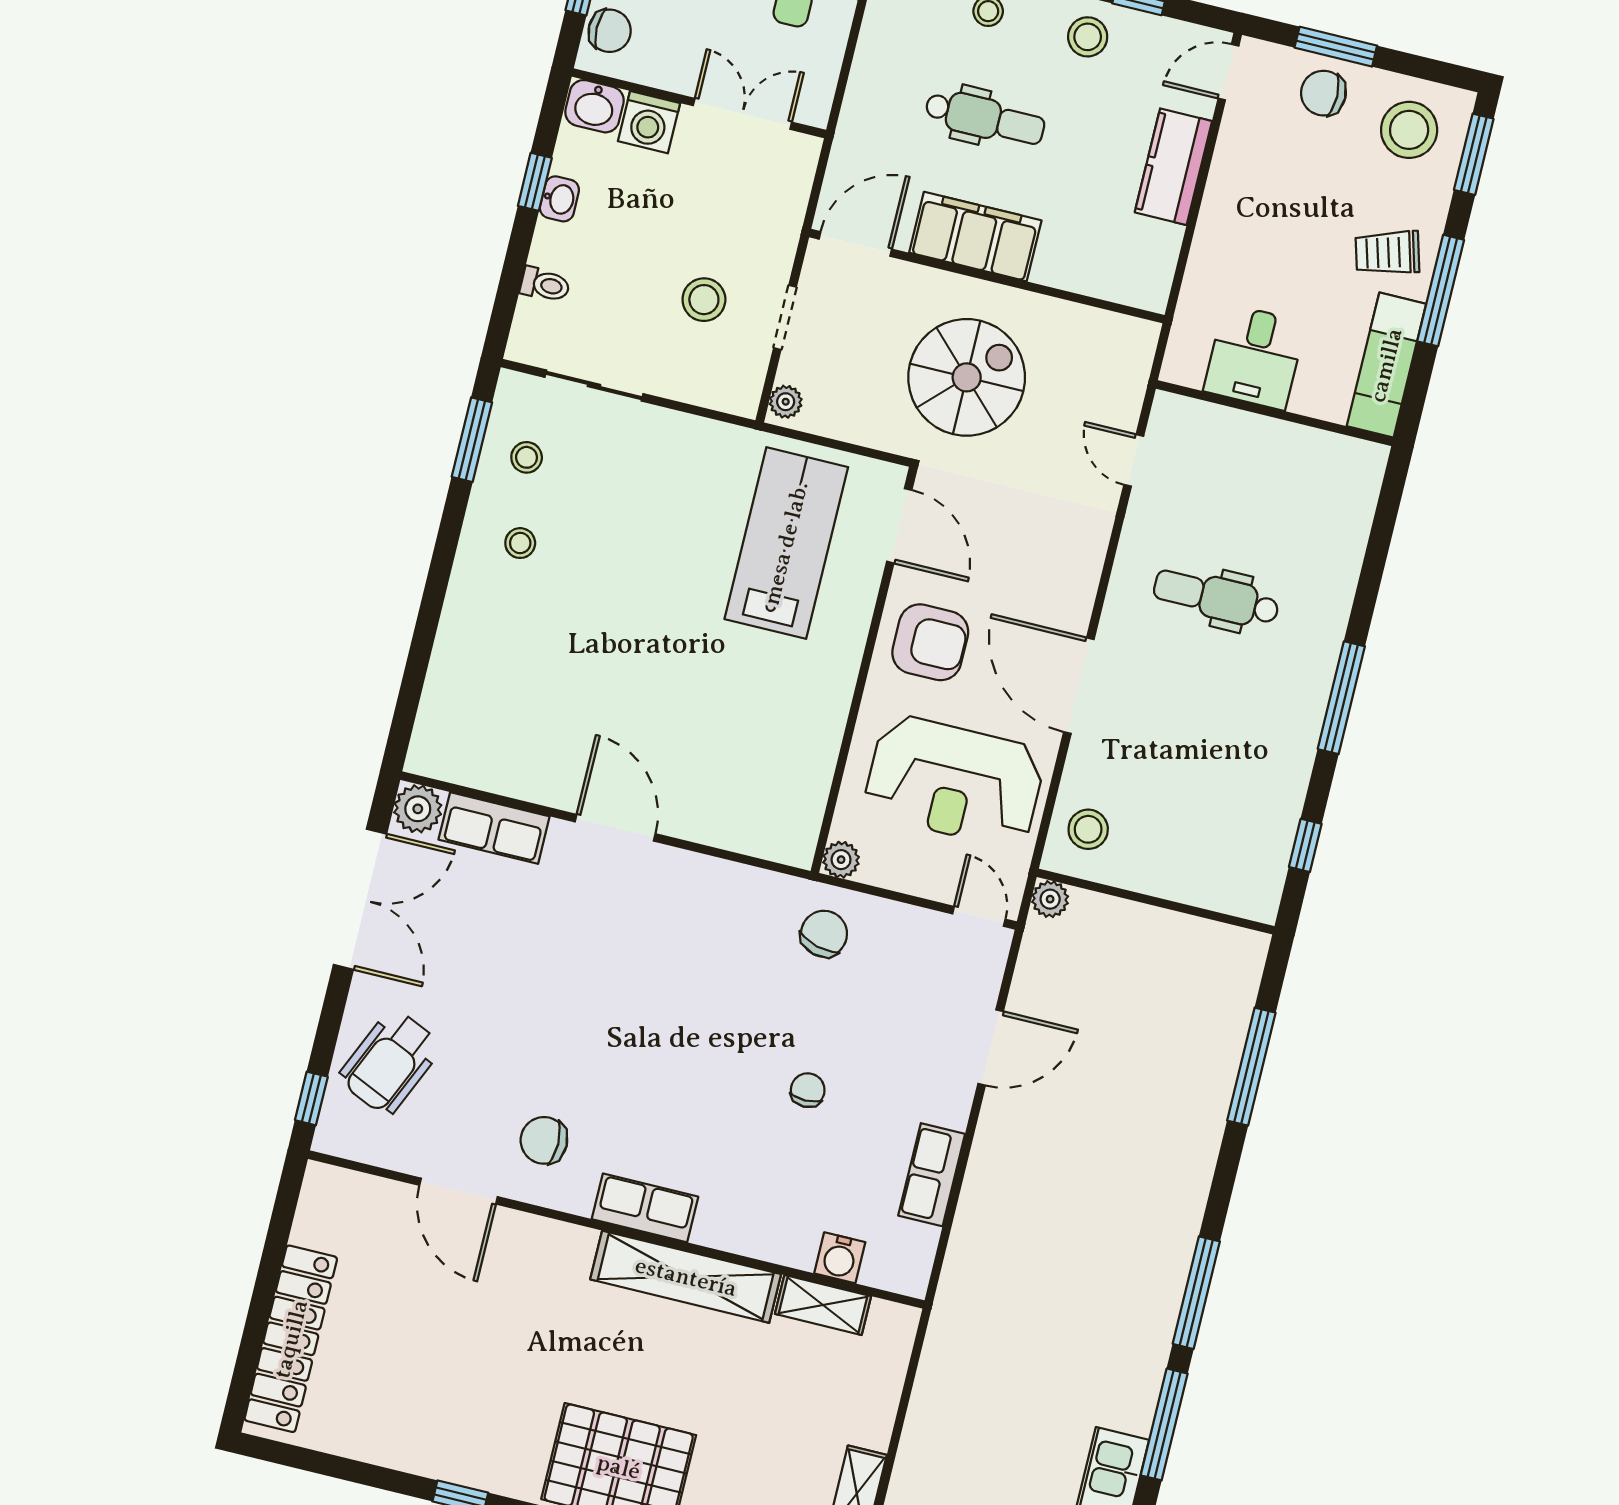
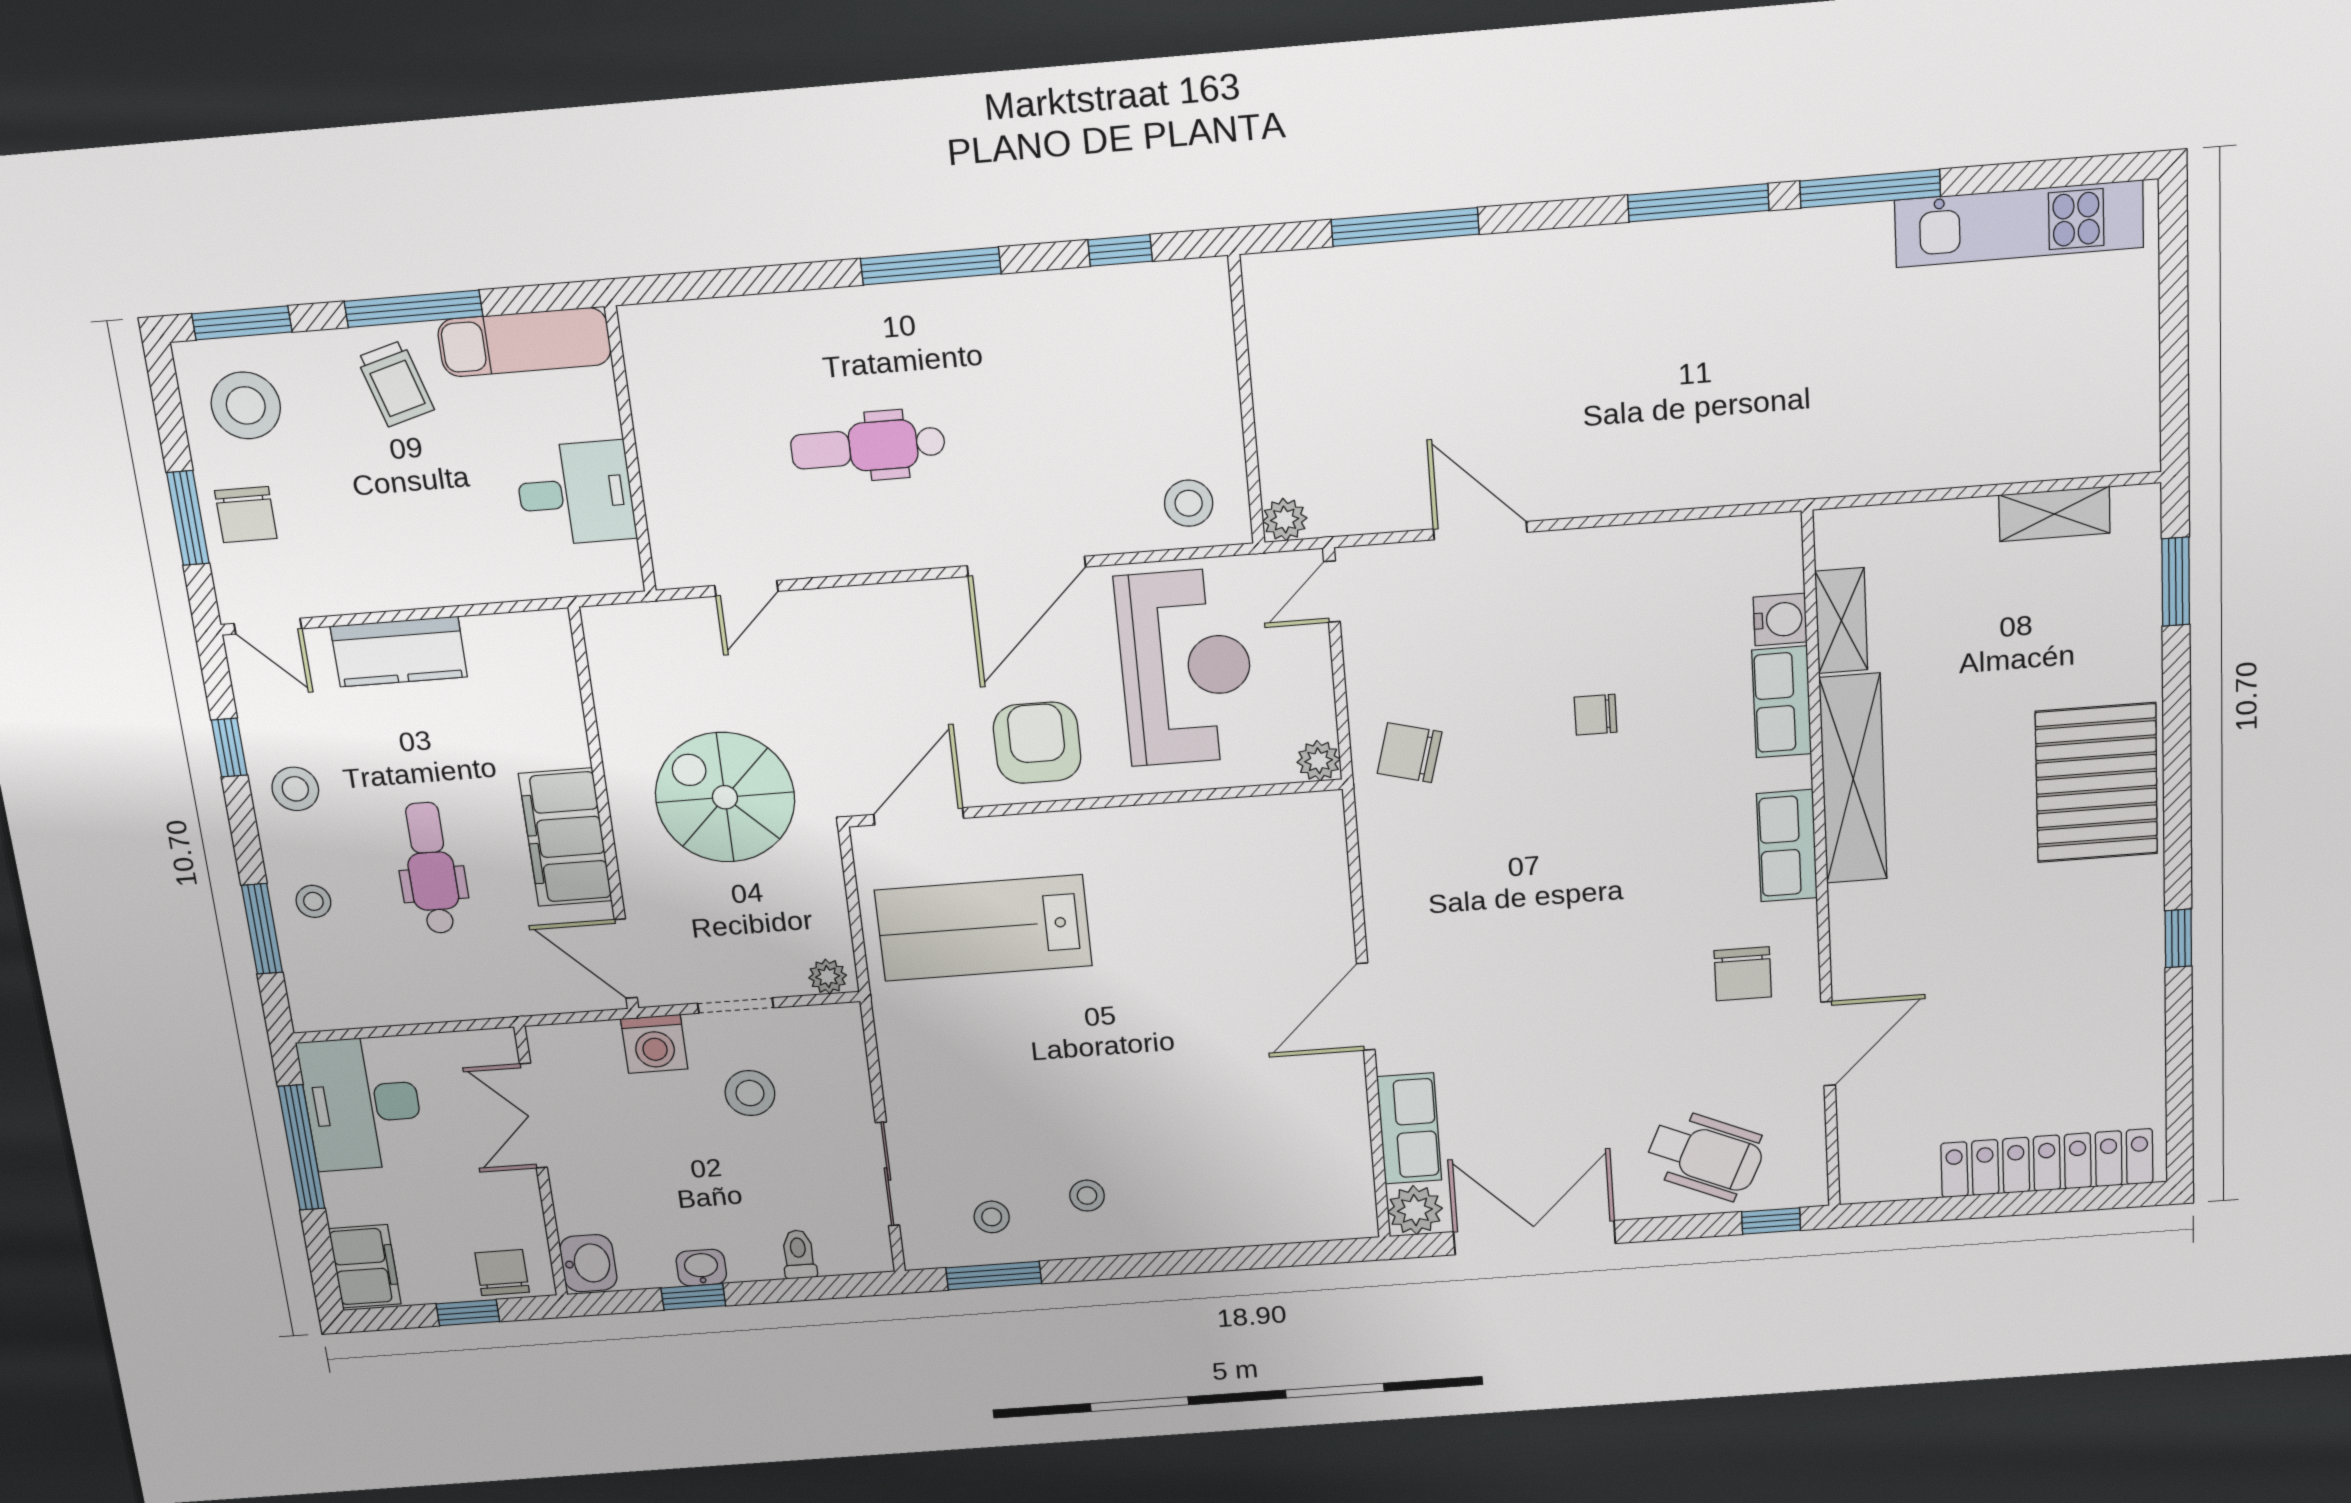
washing machine: (649, 122) -> (654, 1044), moved, turned 90
dental chair: (1216, 598) -> (868, 446), turned 90
row of seats: (932, 1175) -> (1782, 702), moved, turned 90

